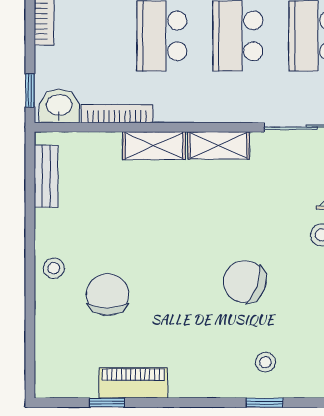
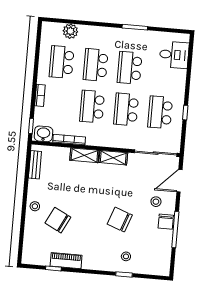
chair: (108, 295) -> (58, 220), turned -63

